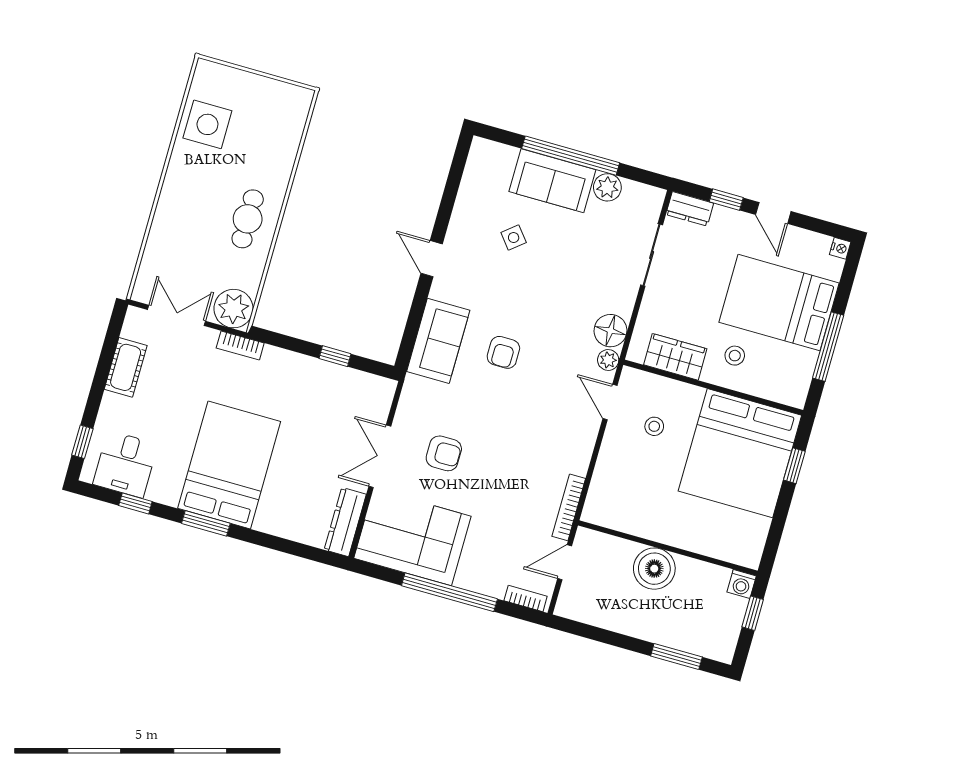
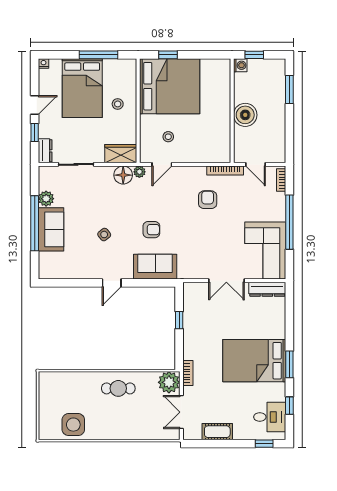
side table: (514, 238) -> (104, 235), moved
wardrobe: (675, 357) -> (121, 154), moved, turned 90
armchair: (444, 453) -> (208, 200), moved

